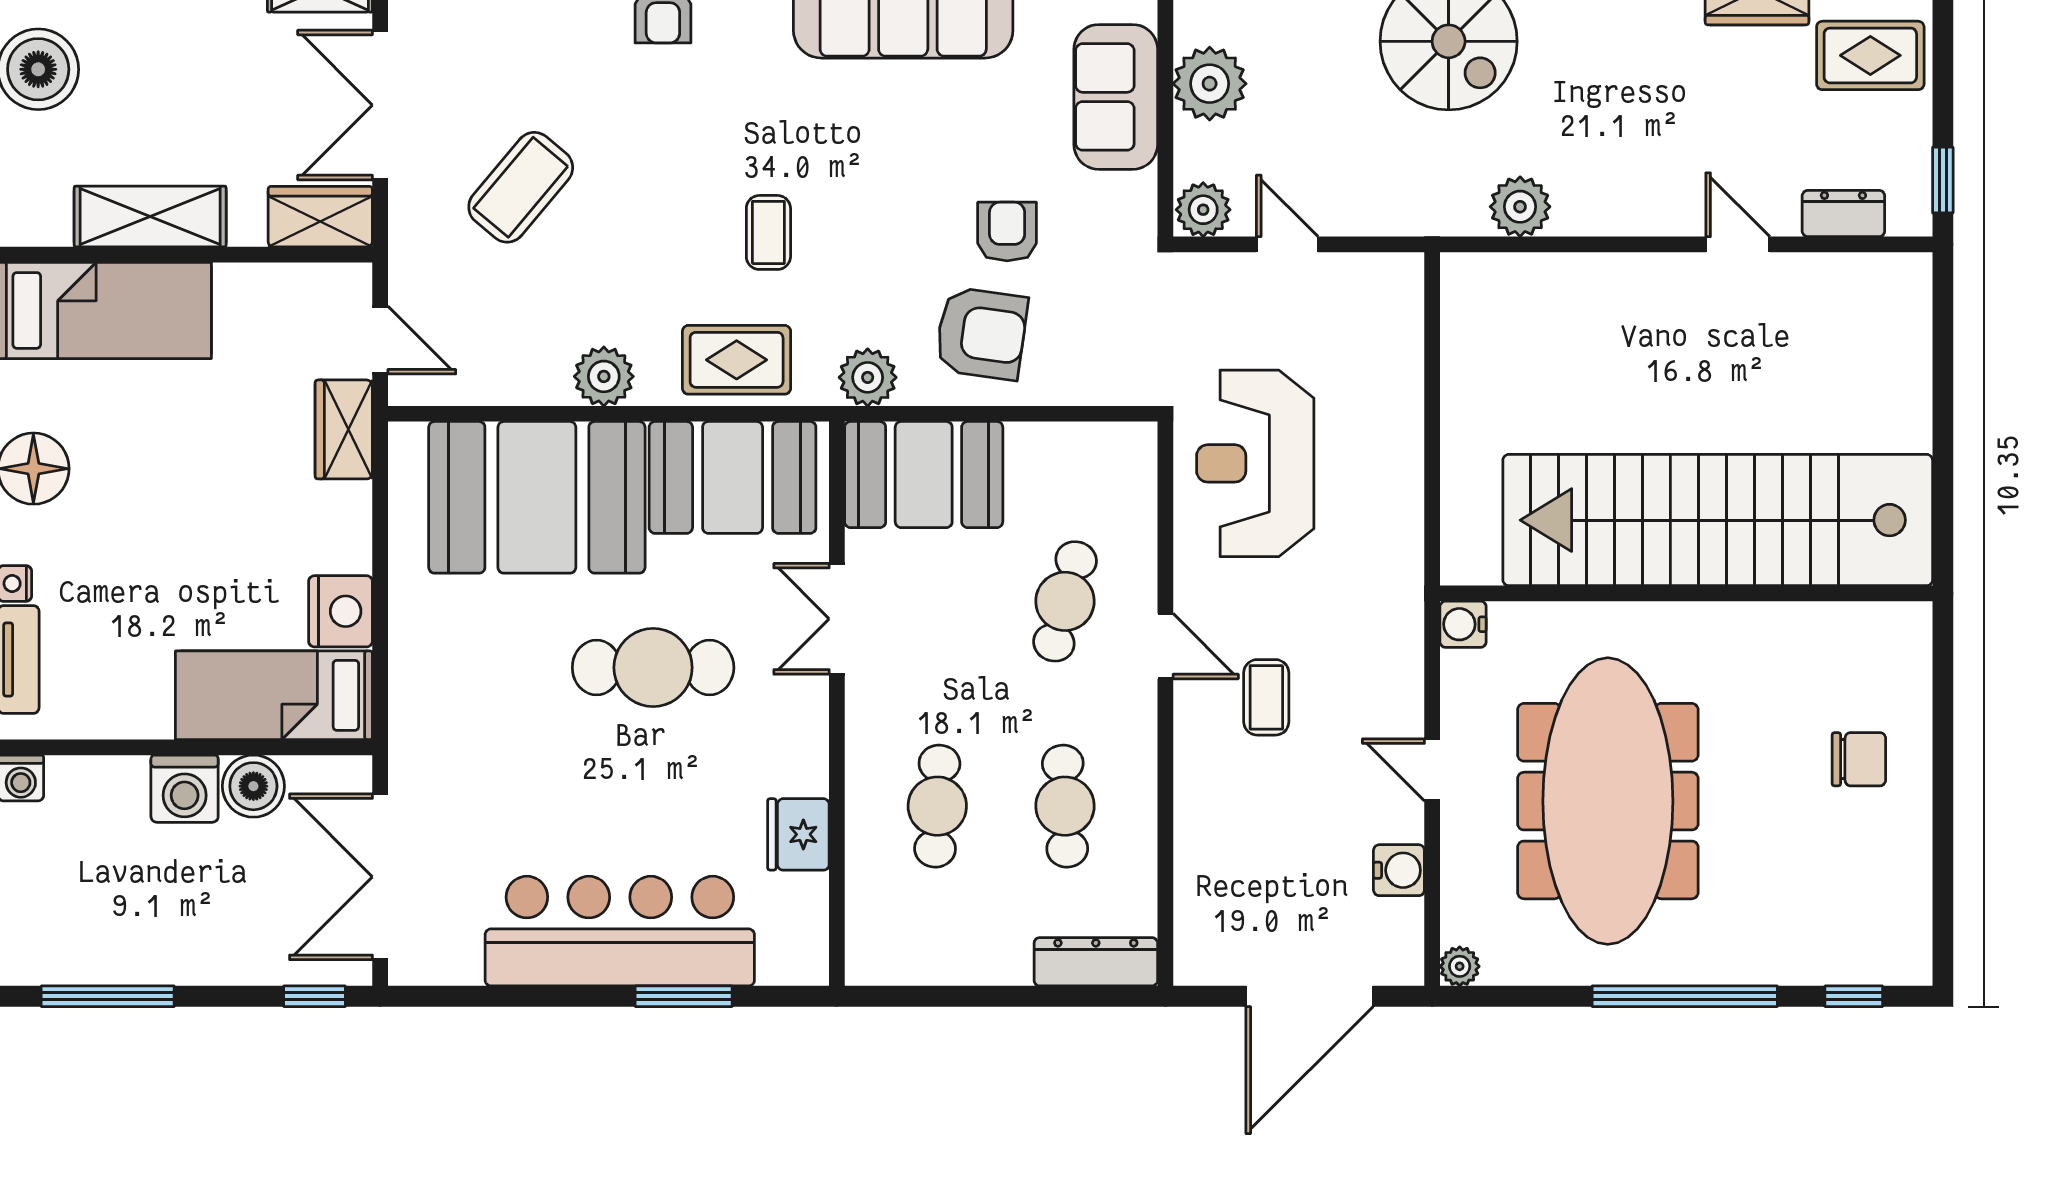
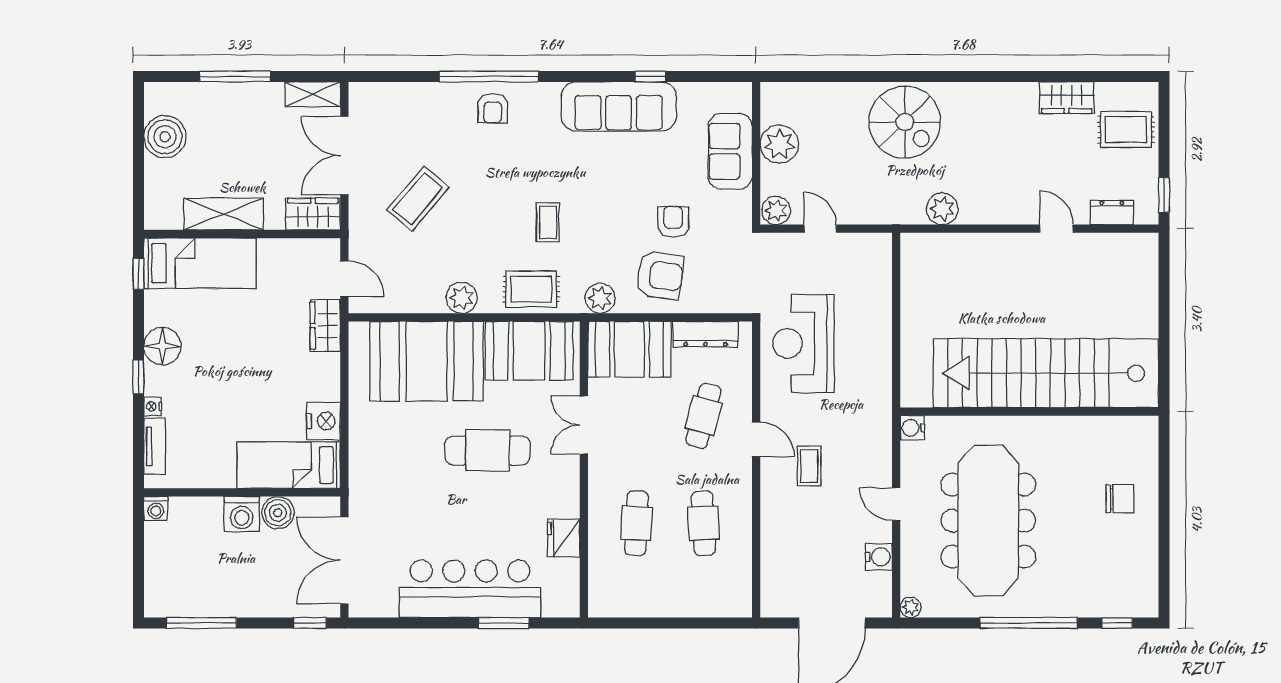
dresser: (1096, 962) -> (705, 334), moved, turned 180

